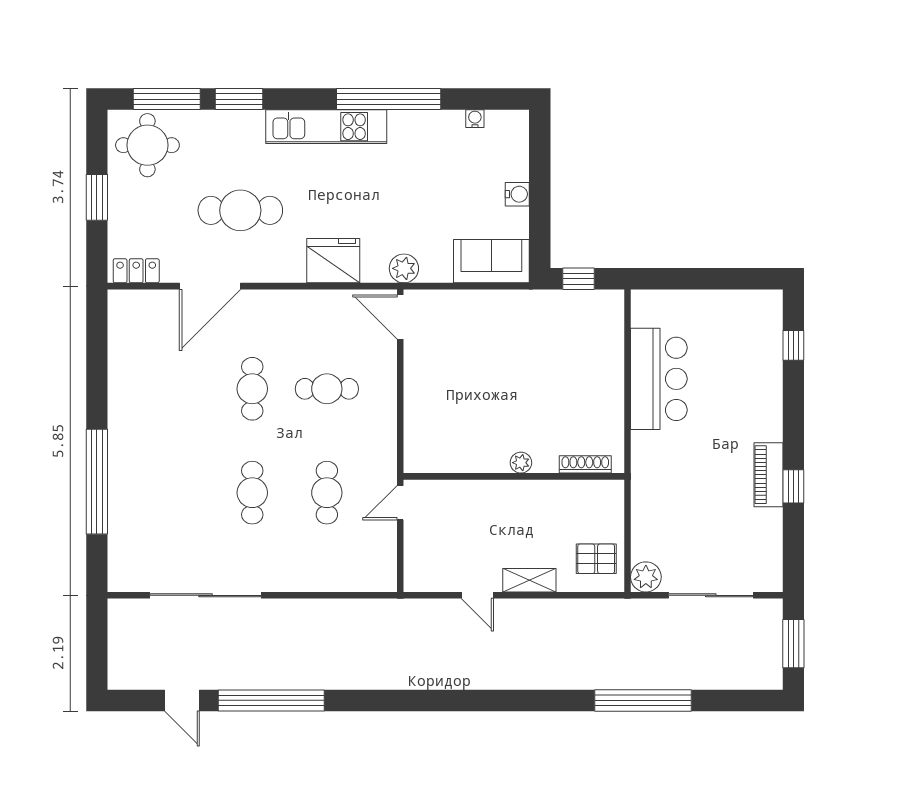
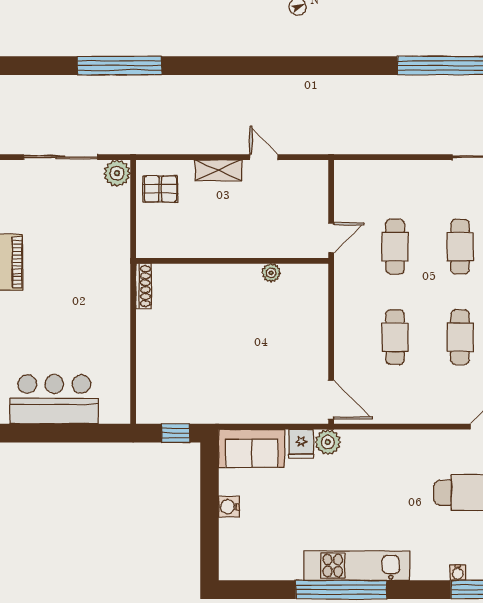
water cooler: (475, 119) -> (458, 573), moved
kitchen unit: (326, 127) -> (357, 566), moved
fridge: (333, 261) -> (301, 444), moved, width x0.53, depth x0.75
bar counter: (659, 379) -> (54, 399), moved, turned 90
cafe table: (327, 389) -> (395, 337), turned 90
plant: (521, 463) -> (271, 273), moved
shoe rack: (585, 464) -> (144, 286), moved, turned -90

